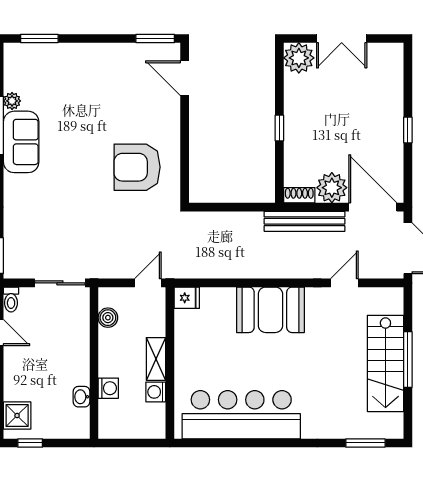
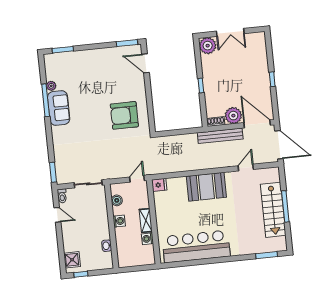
washing machine: (108, 388) -> (119, 221), moved

